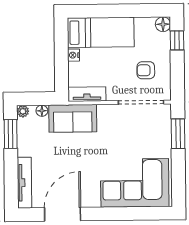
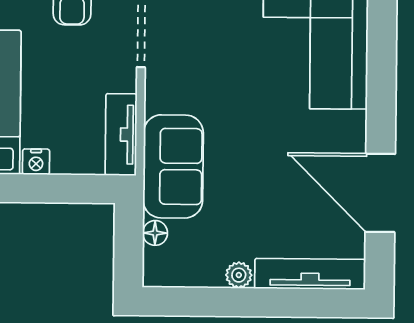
plant: (23, 111) -> (239, 275), moved
window: (11, 134) -> (204, 302), removed

